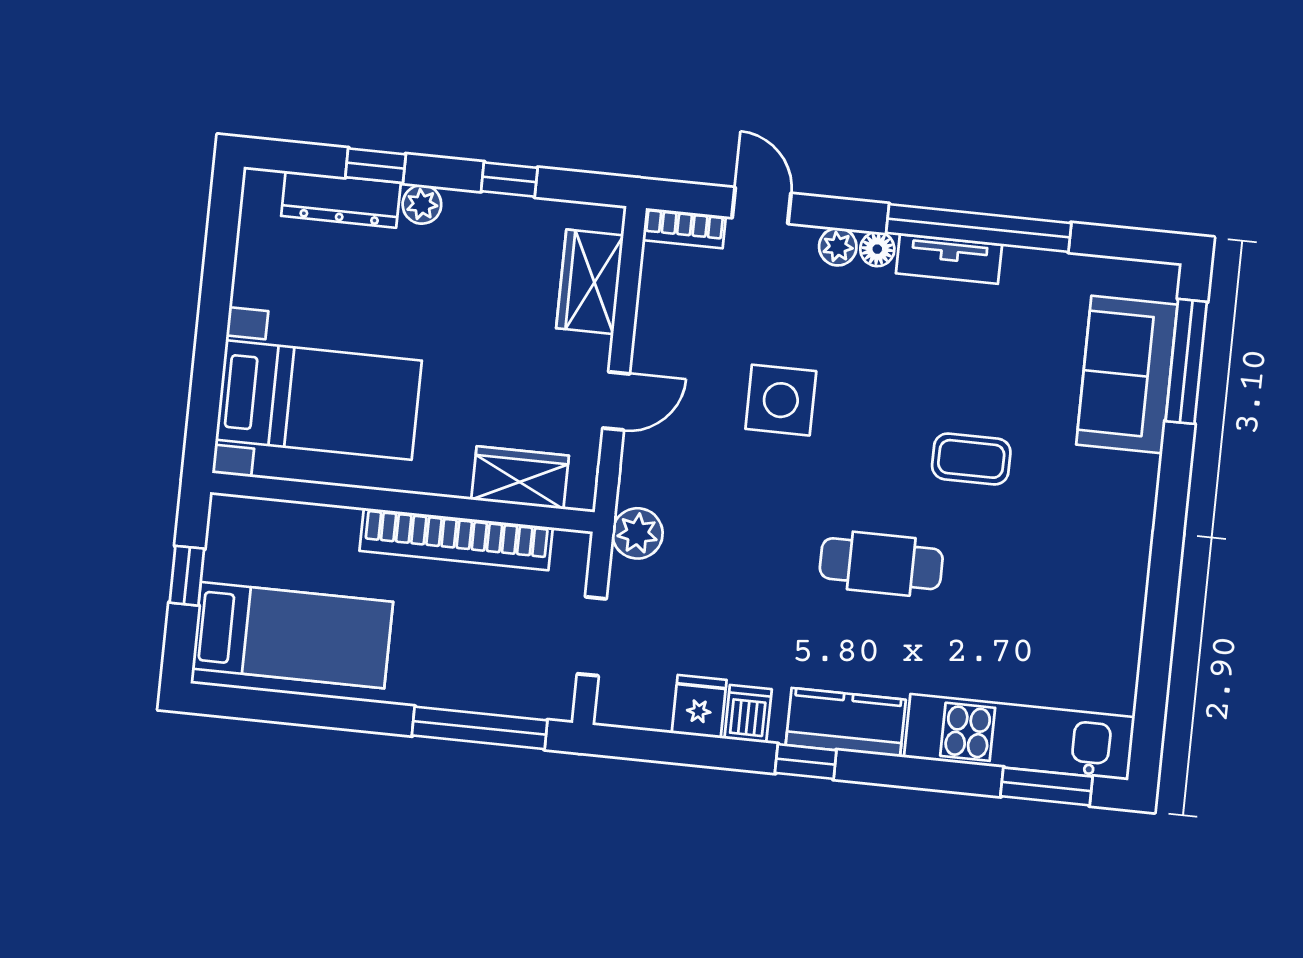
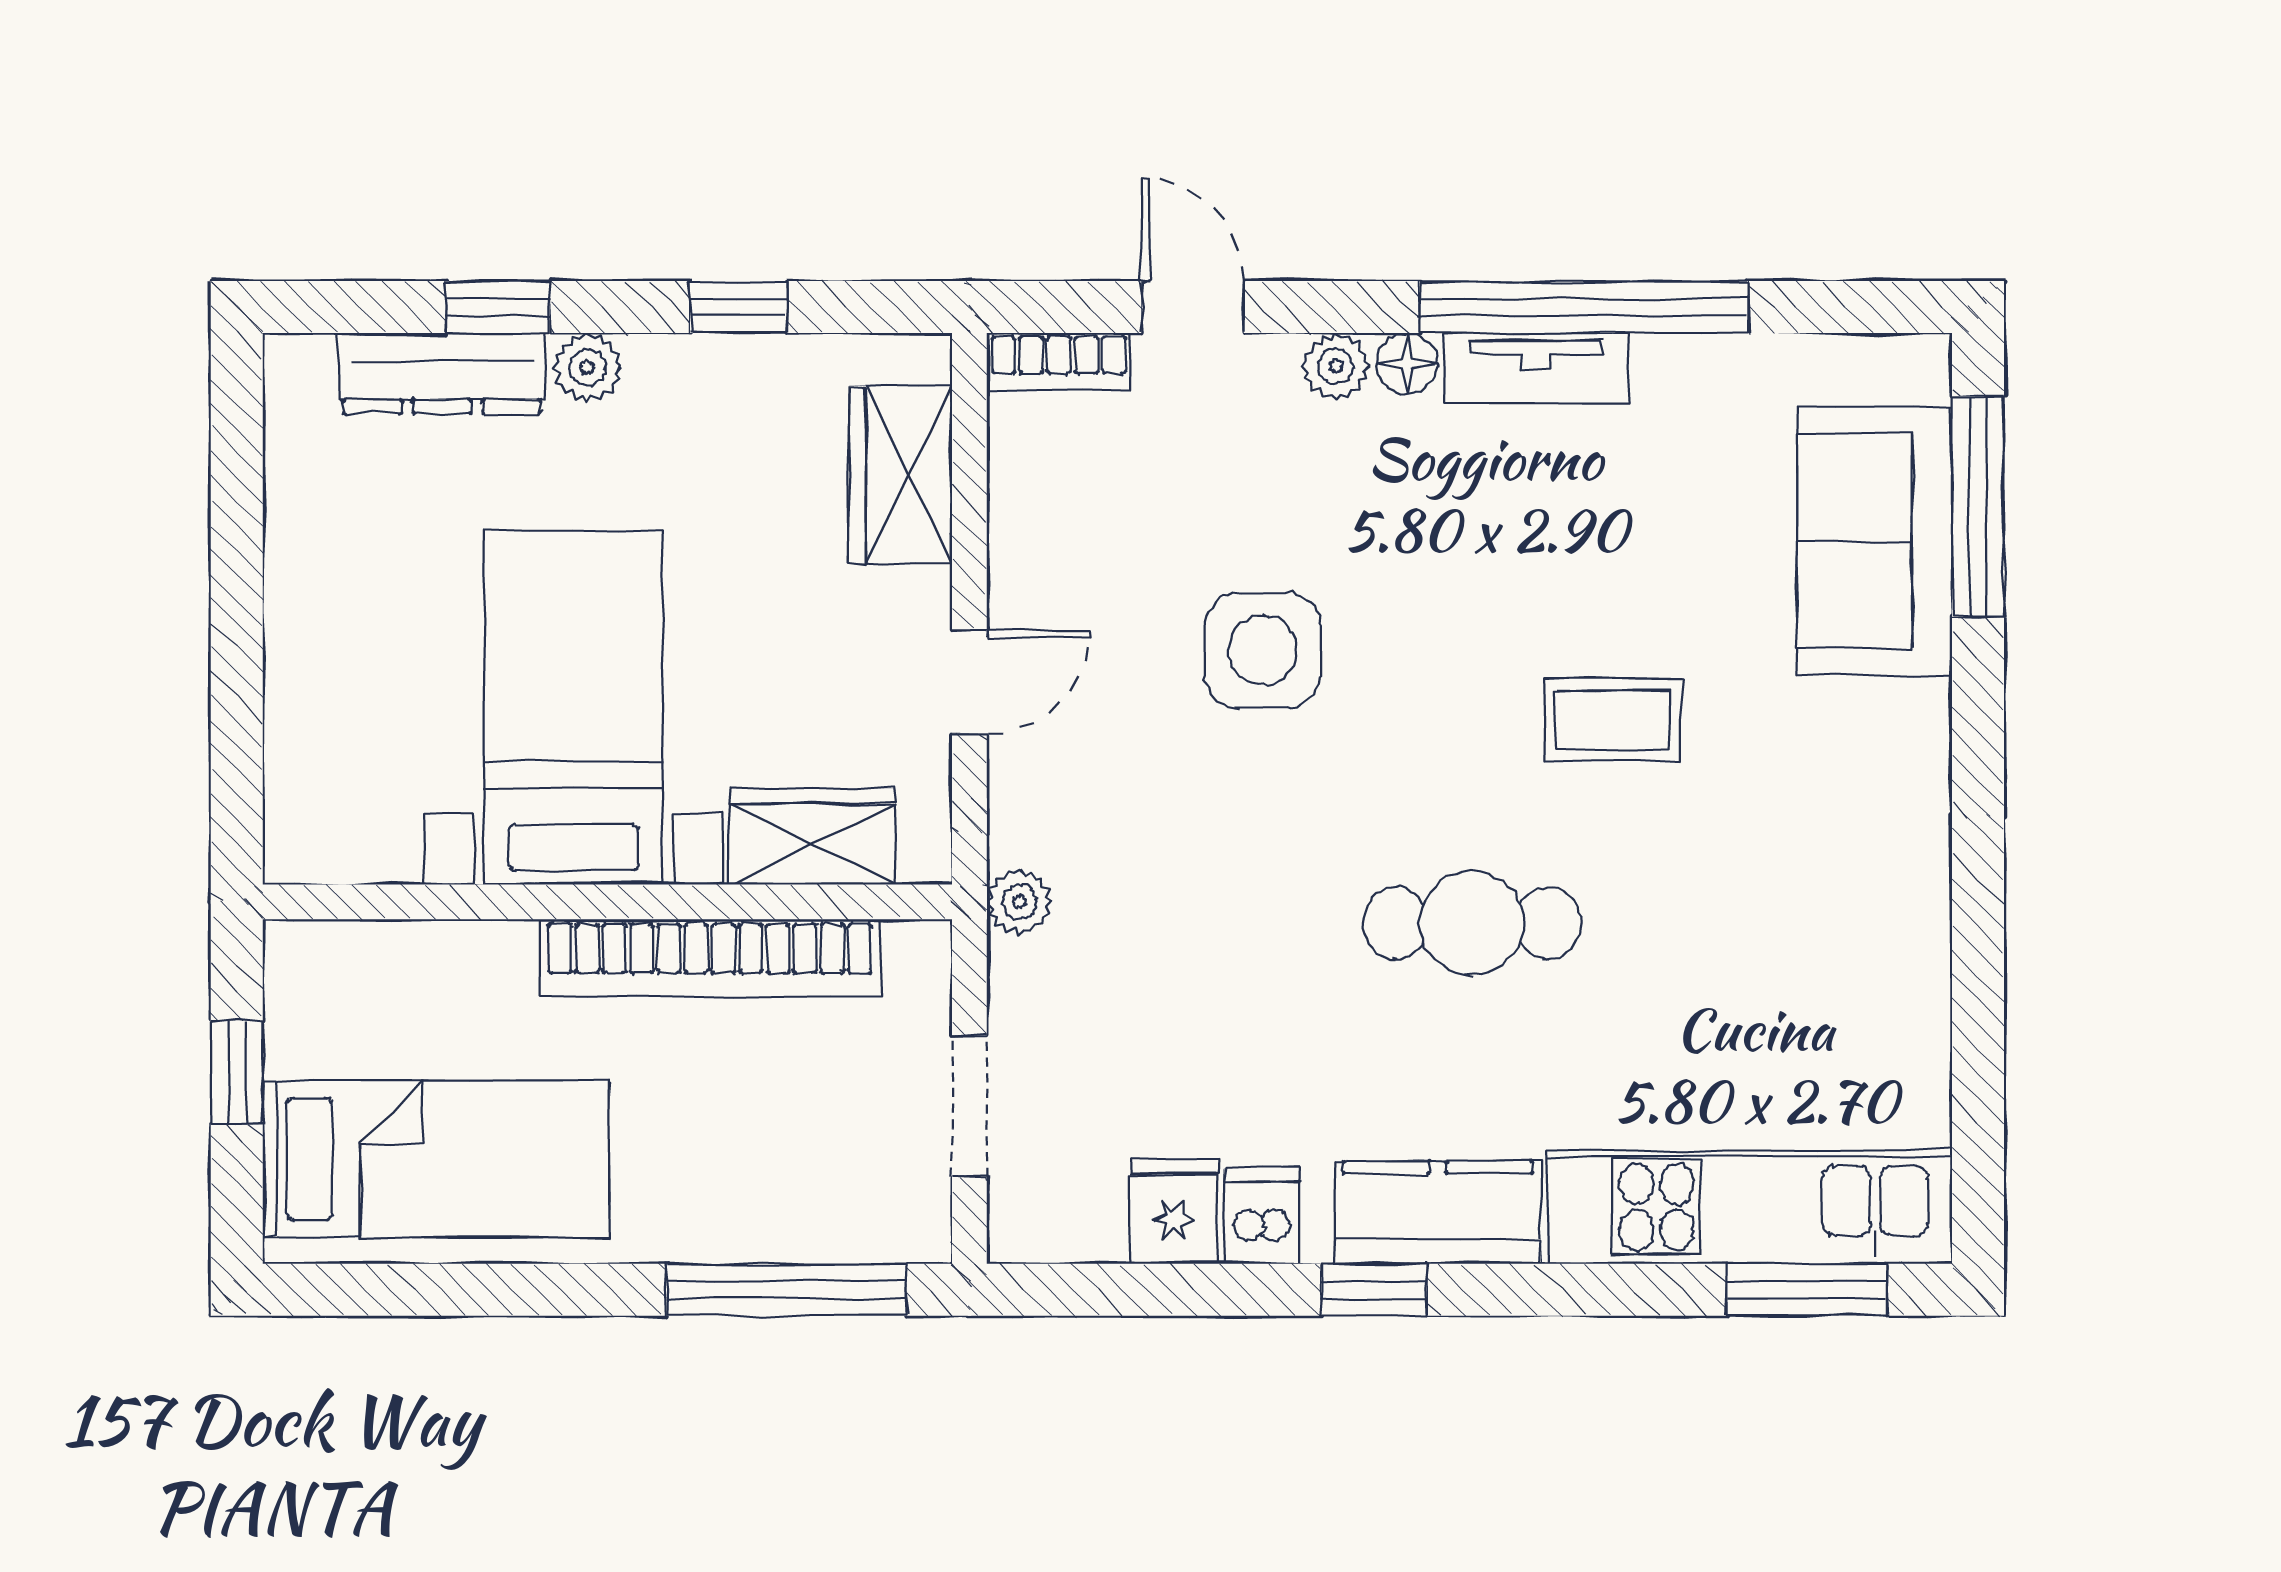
bed with nightstands: (319, 400) -> (573, 708), moved, turned -90
plant: (637, 533) -> (1020, 902), width x0.73, depth x0.73

